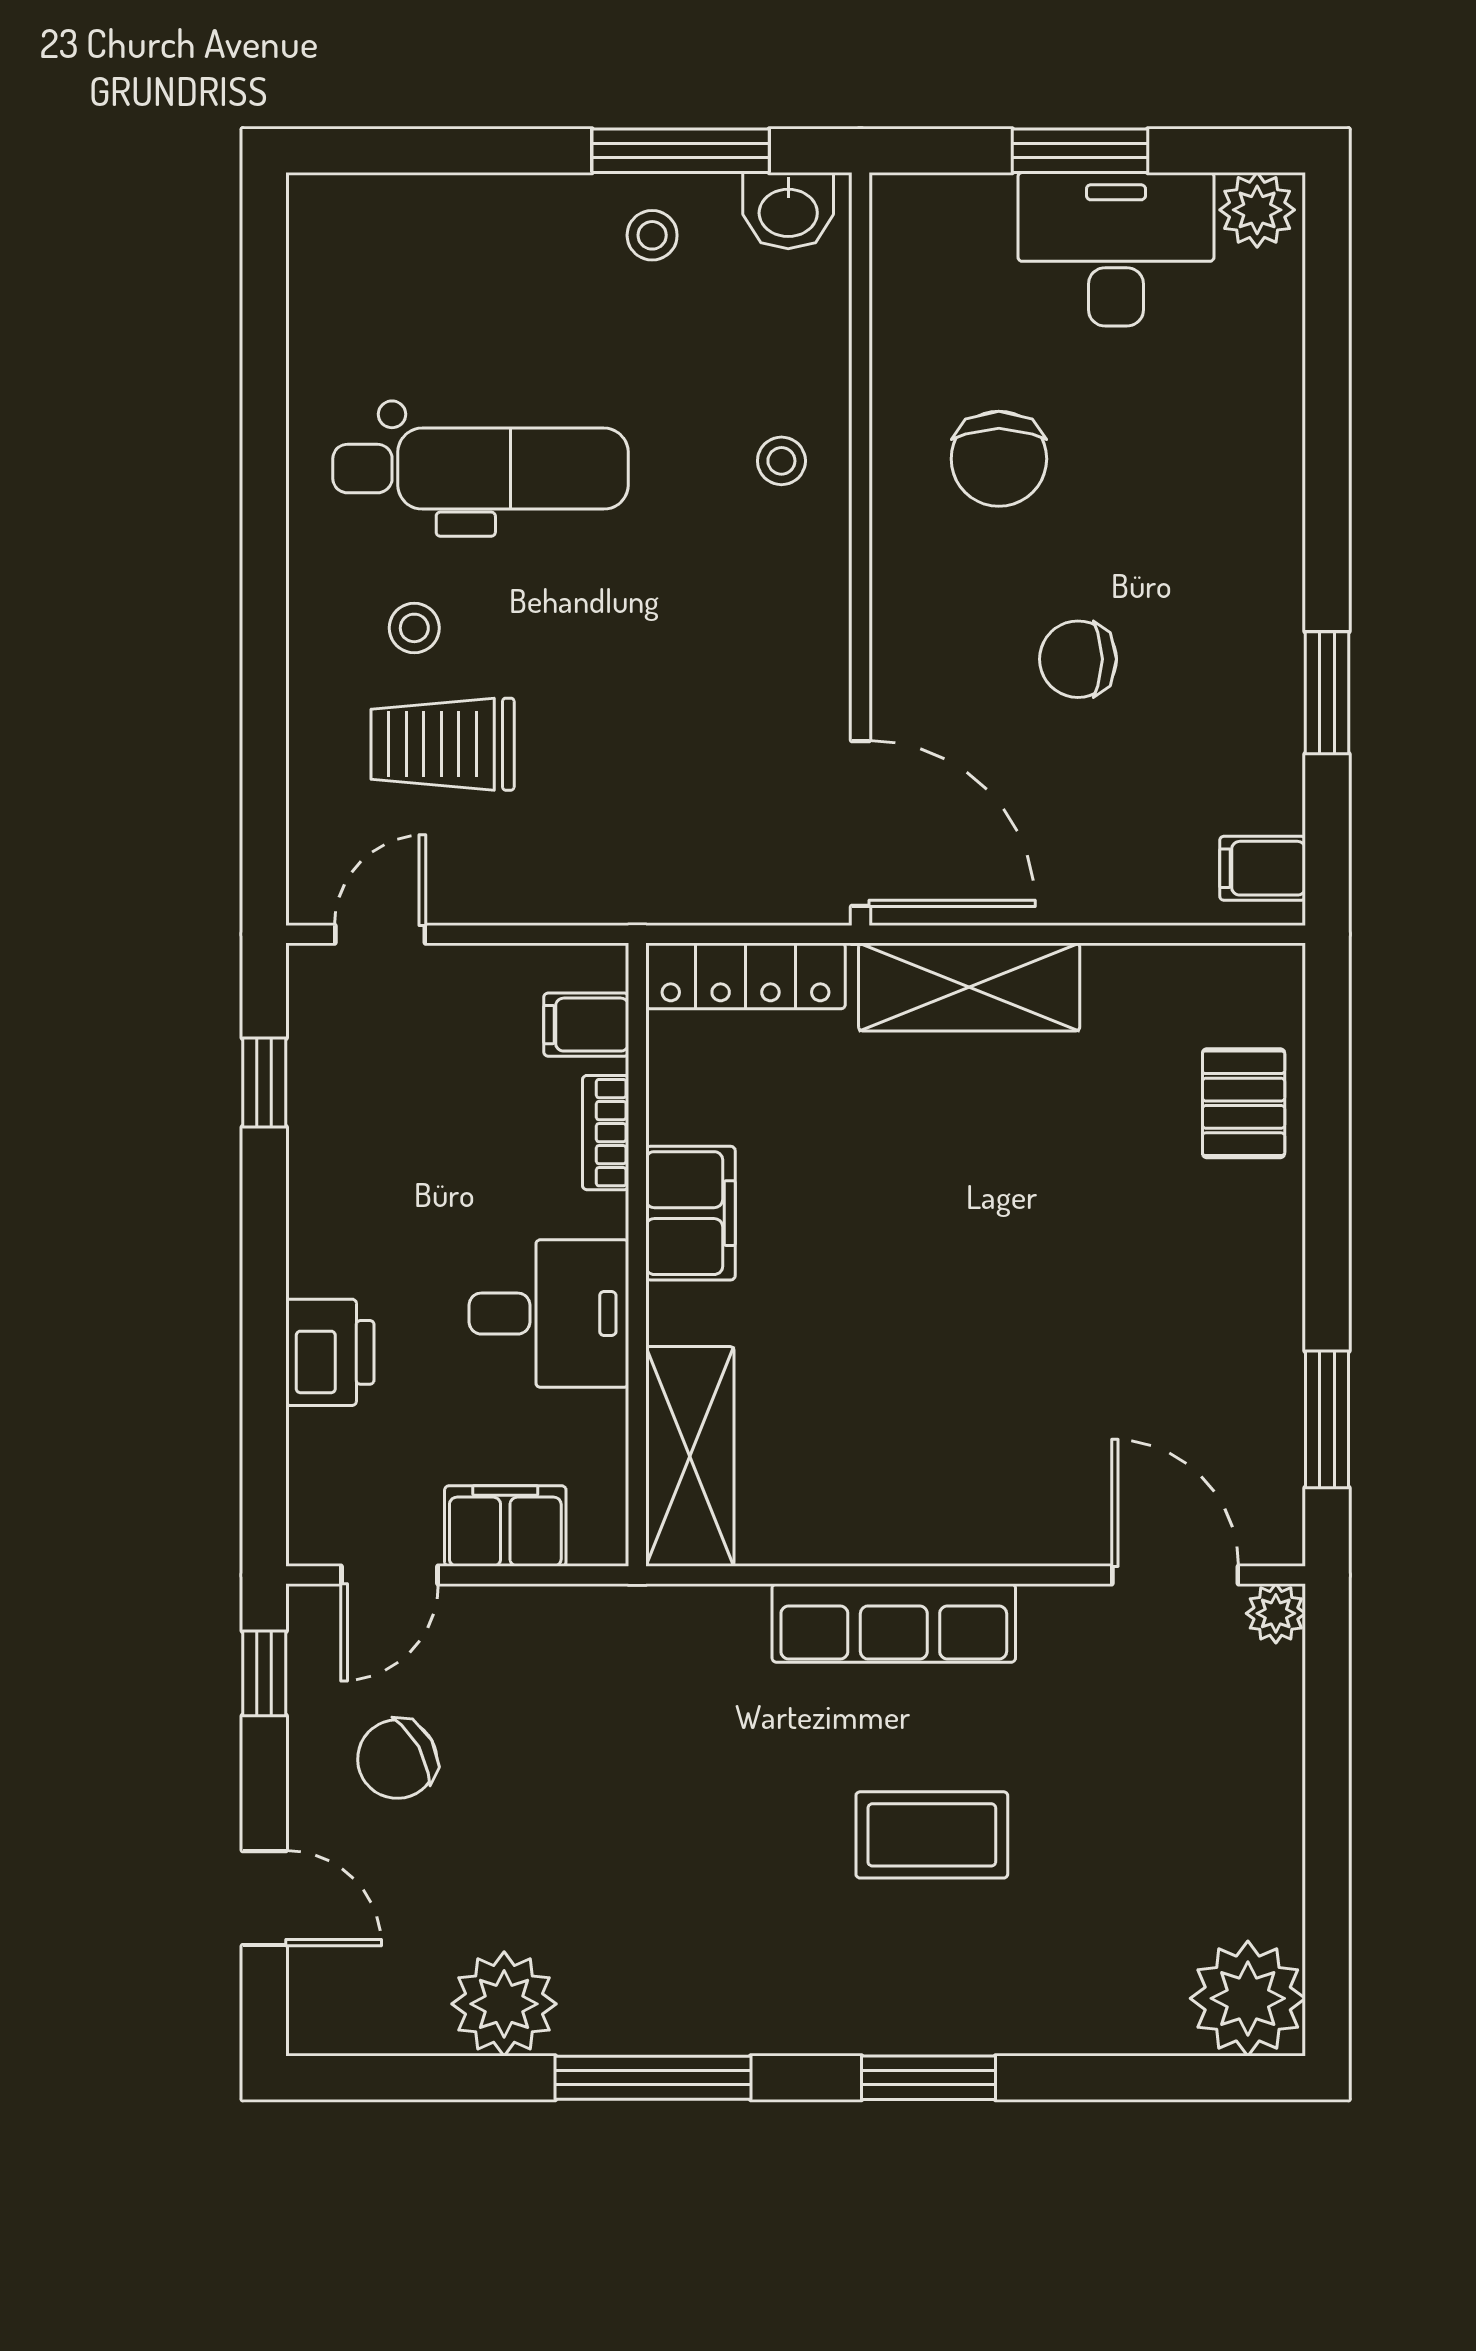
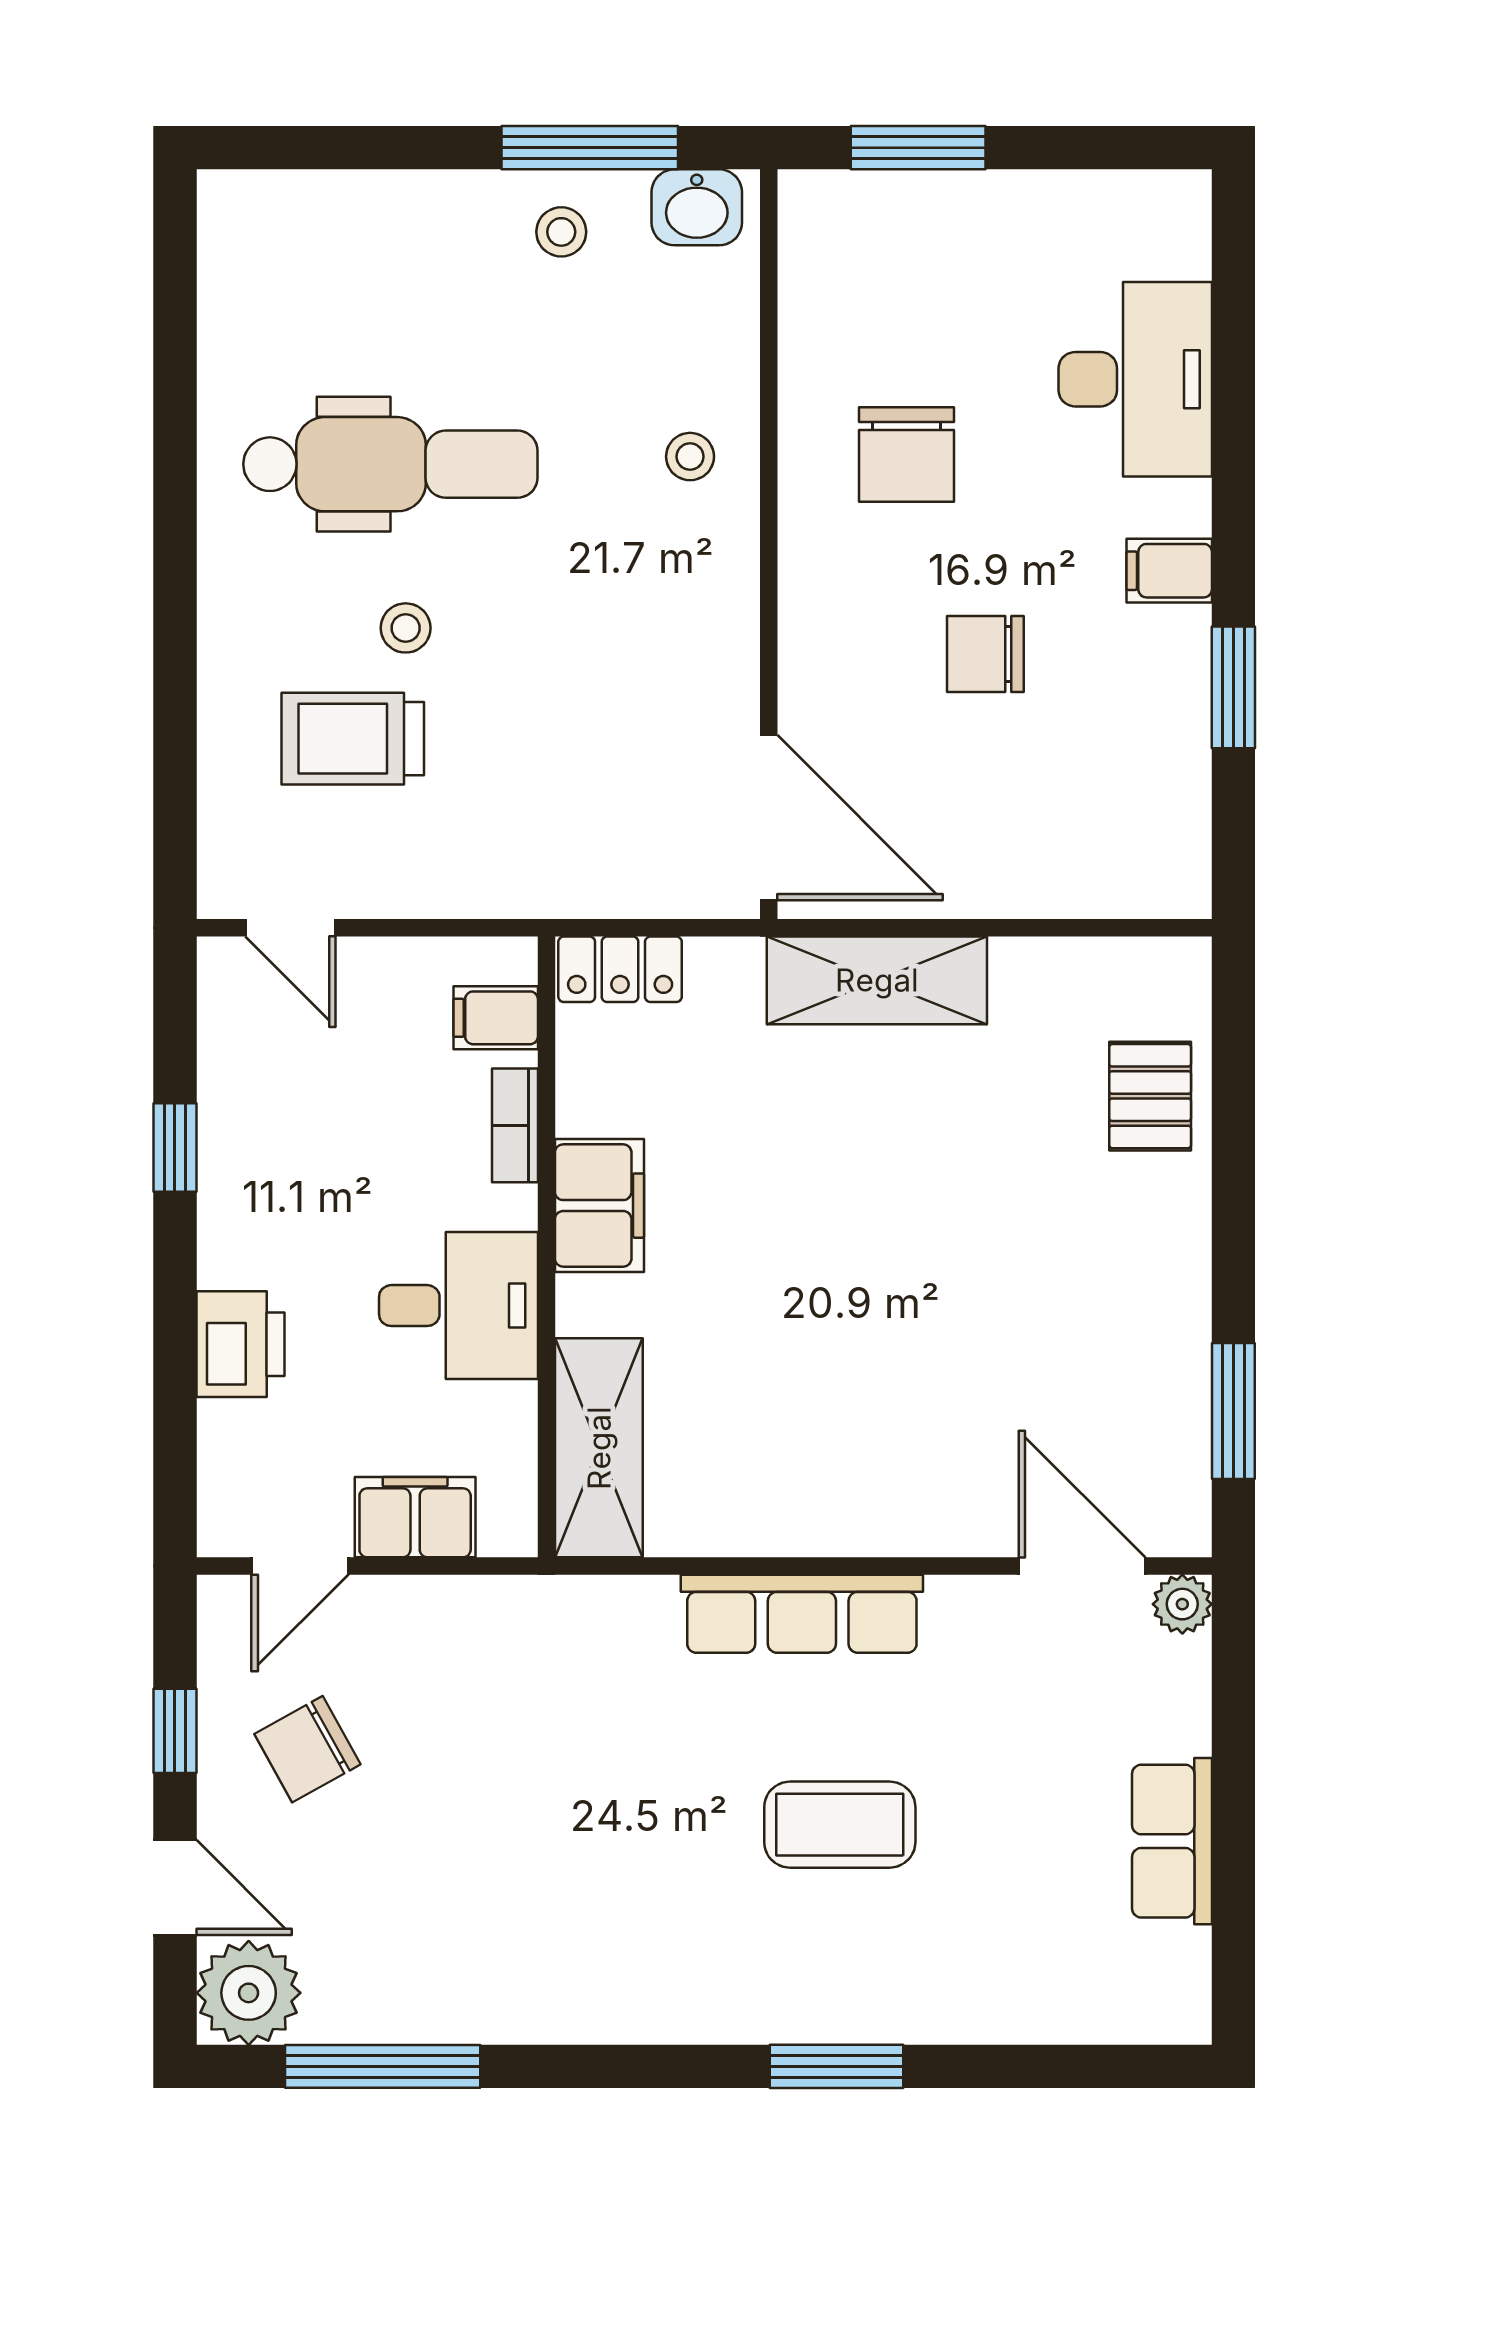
window: (1080, 151) -> (918, 148), moved
plant: (1257, 210) -> (1164, 207), removed
desk: (1116, 249) -> (1135, 379), moved, turned 90
stool: (414, 628) -> (406, 628), moved
filing cabinet: (1263, 868) -> (1169, 571), moved
door: (380, 934) -> (290, 928), swing flipped
locker: (746, 976) -> (620, 969), width x0.66
window: (264, 1082) -> (175, 1147), moved
window: (264, 1673) -> (175, 1731), moved
row of seats: (1265, 1851) -> (1172, 1841), added
plant: (1248, 1998) -> (1154, 1988), removed
plant: (504, 2004) -> (249, 1993), moved
window: (653, 2078) -> (383, 2066), moved

